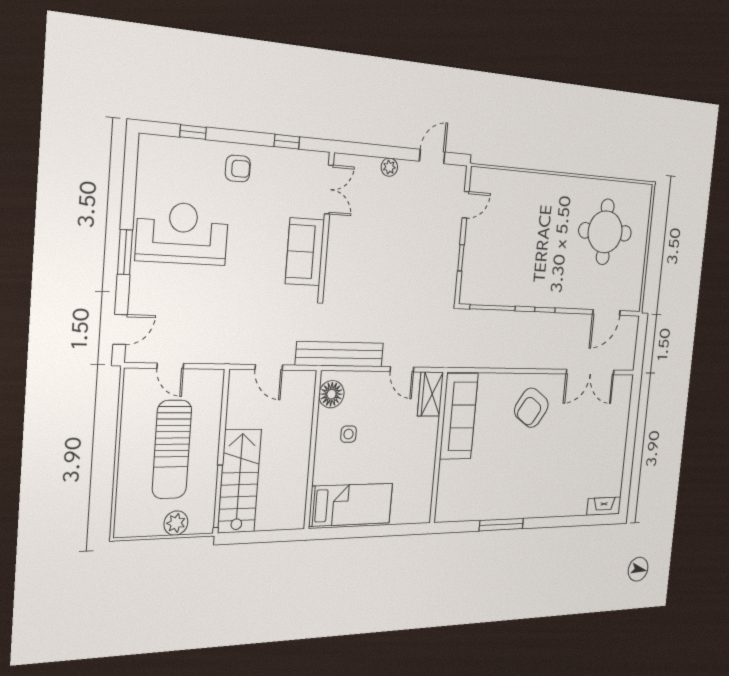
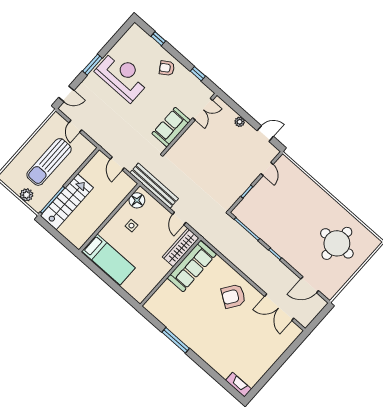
armchair: (238, 168) -> (167, 68), turned 147
door: (466, 205) -> (267, 169), hinge flipped
wardrobe: (430, 394) -> (181, 247), width x1.50

